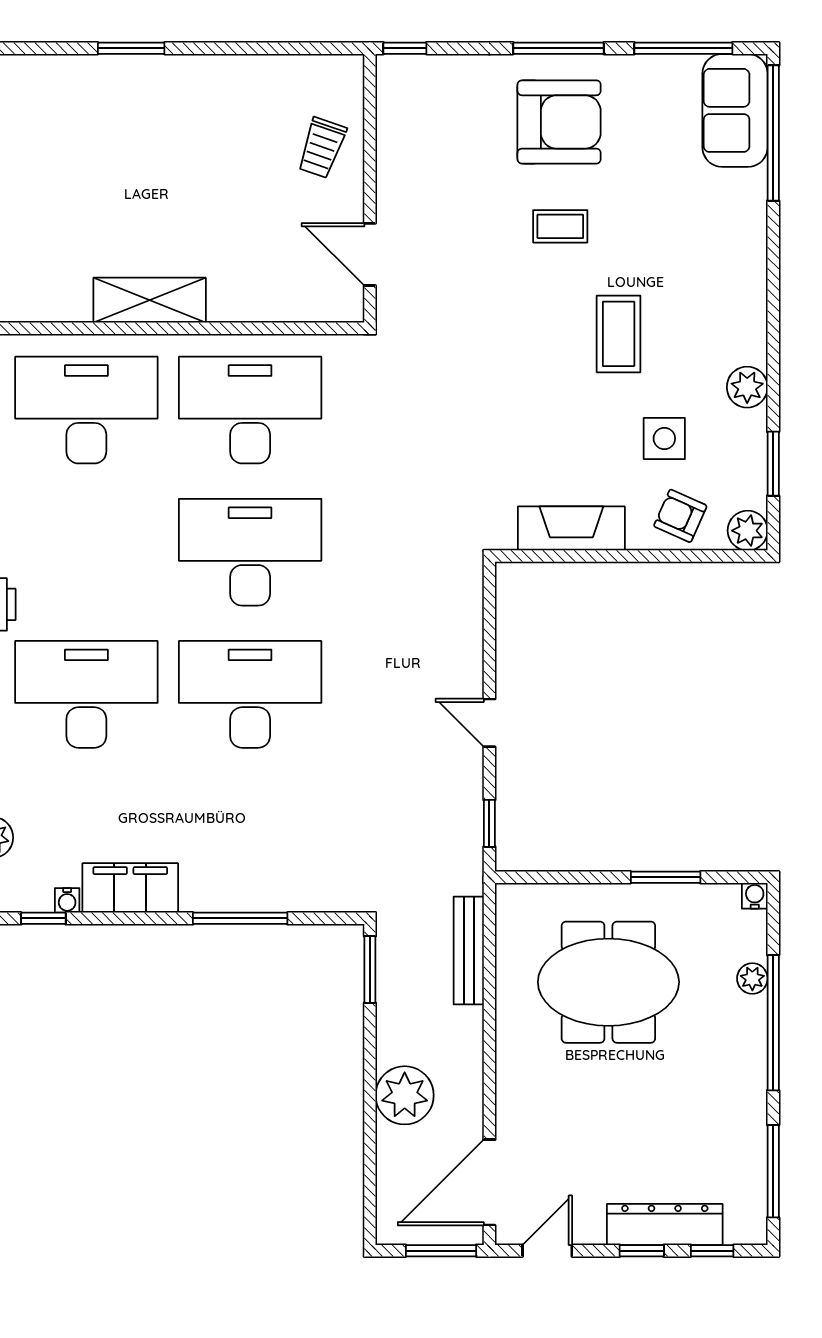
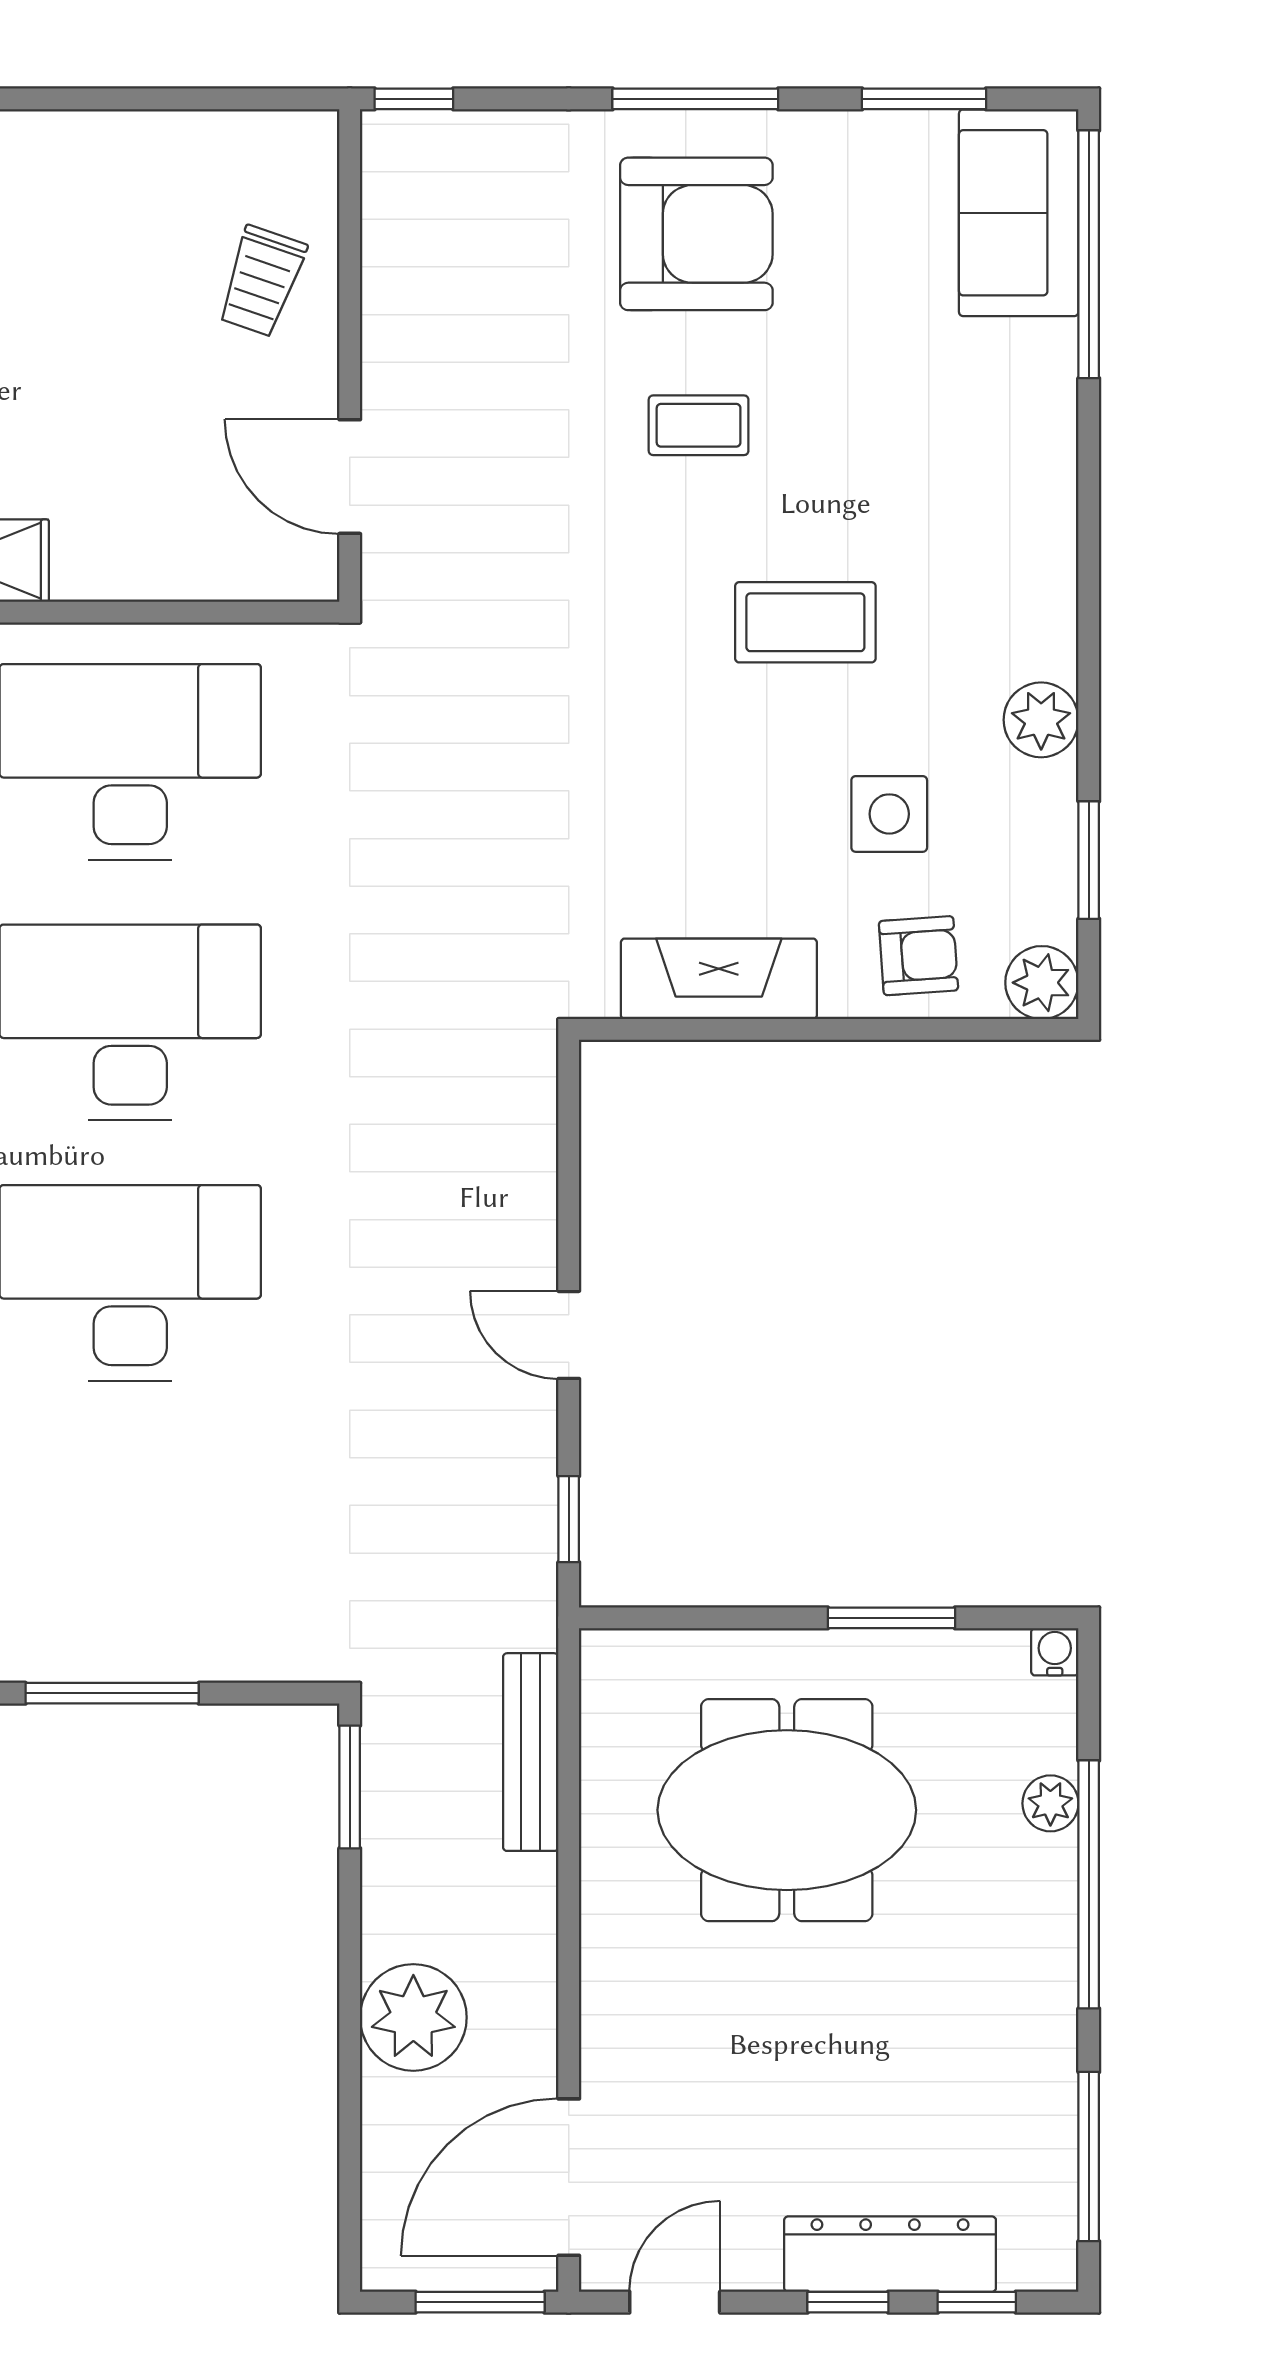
window: (683, 48) -> (924, 99), width x0.69
coffee table: (619, 334) -> (805, 622), turned 90
armchair: (680, 516) -> (919, 956), turned 152

